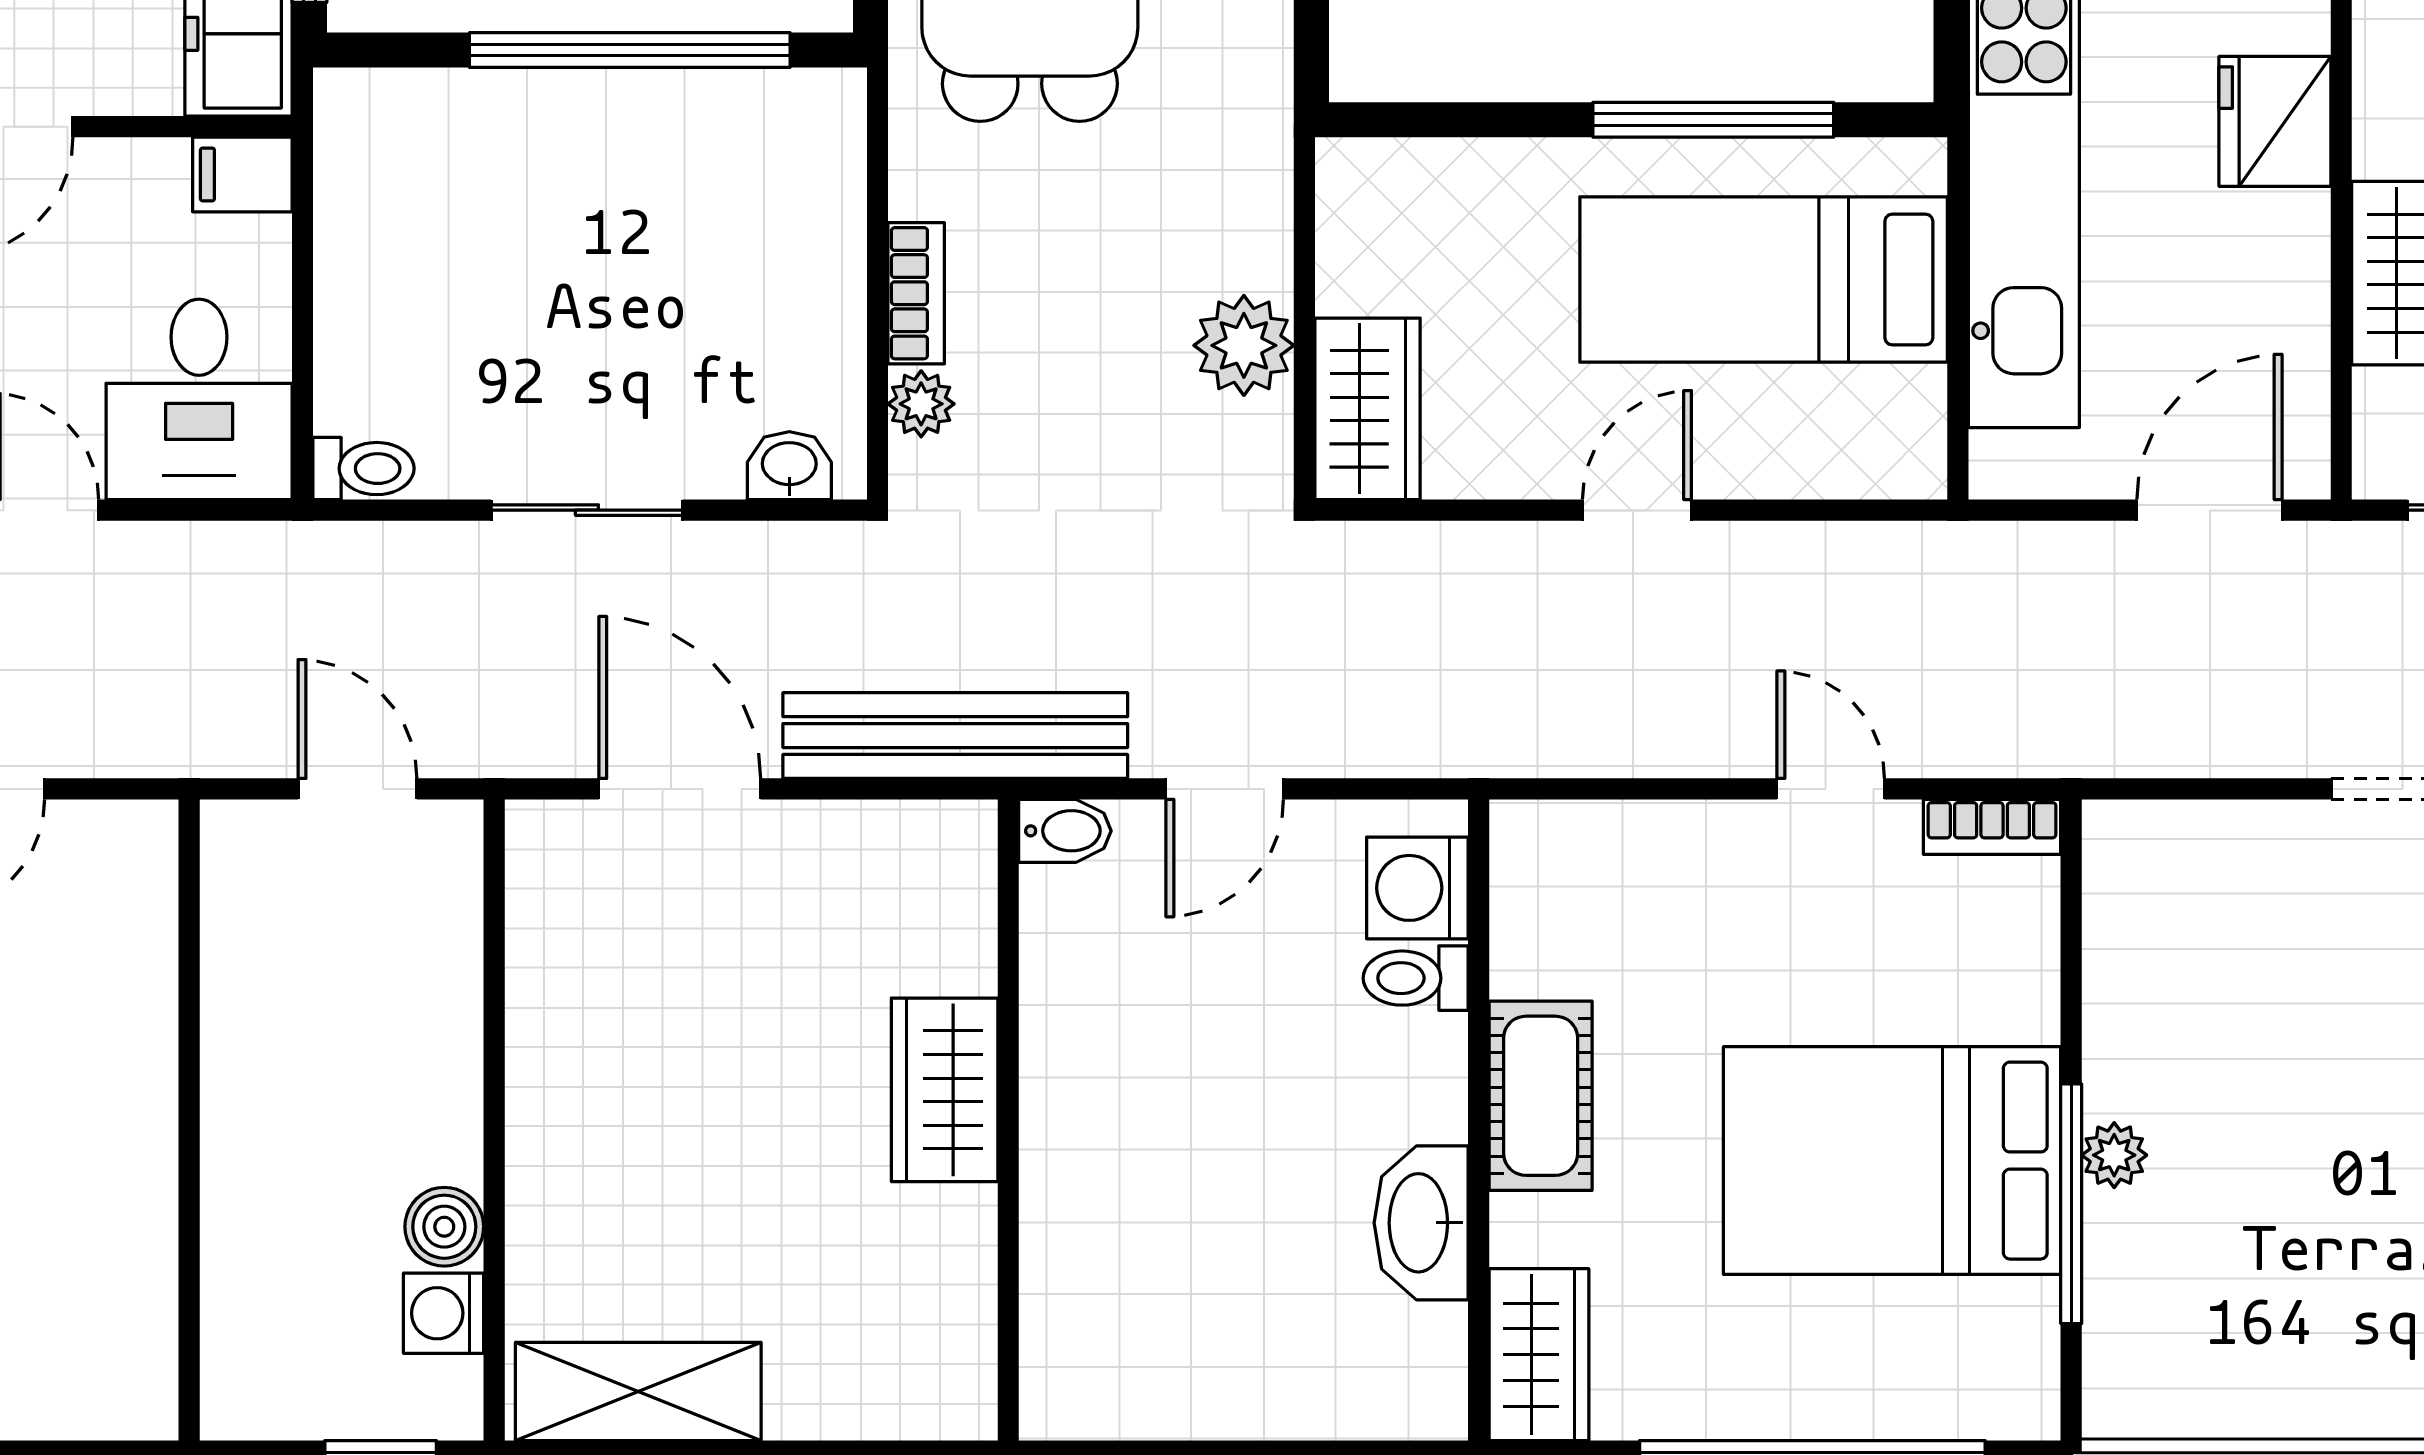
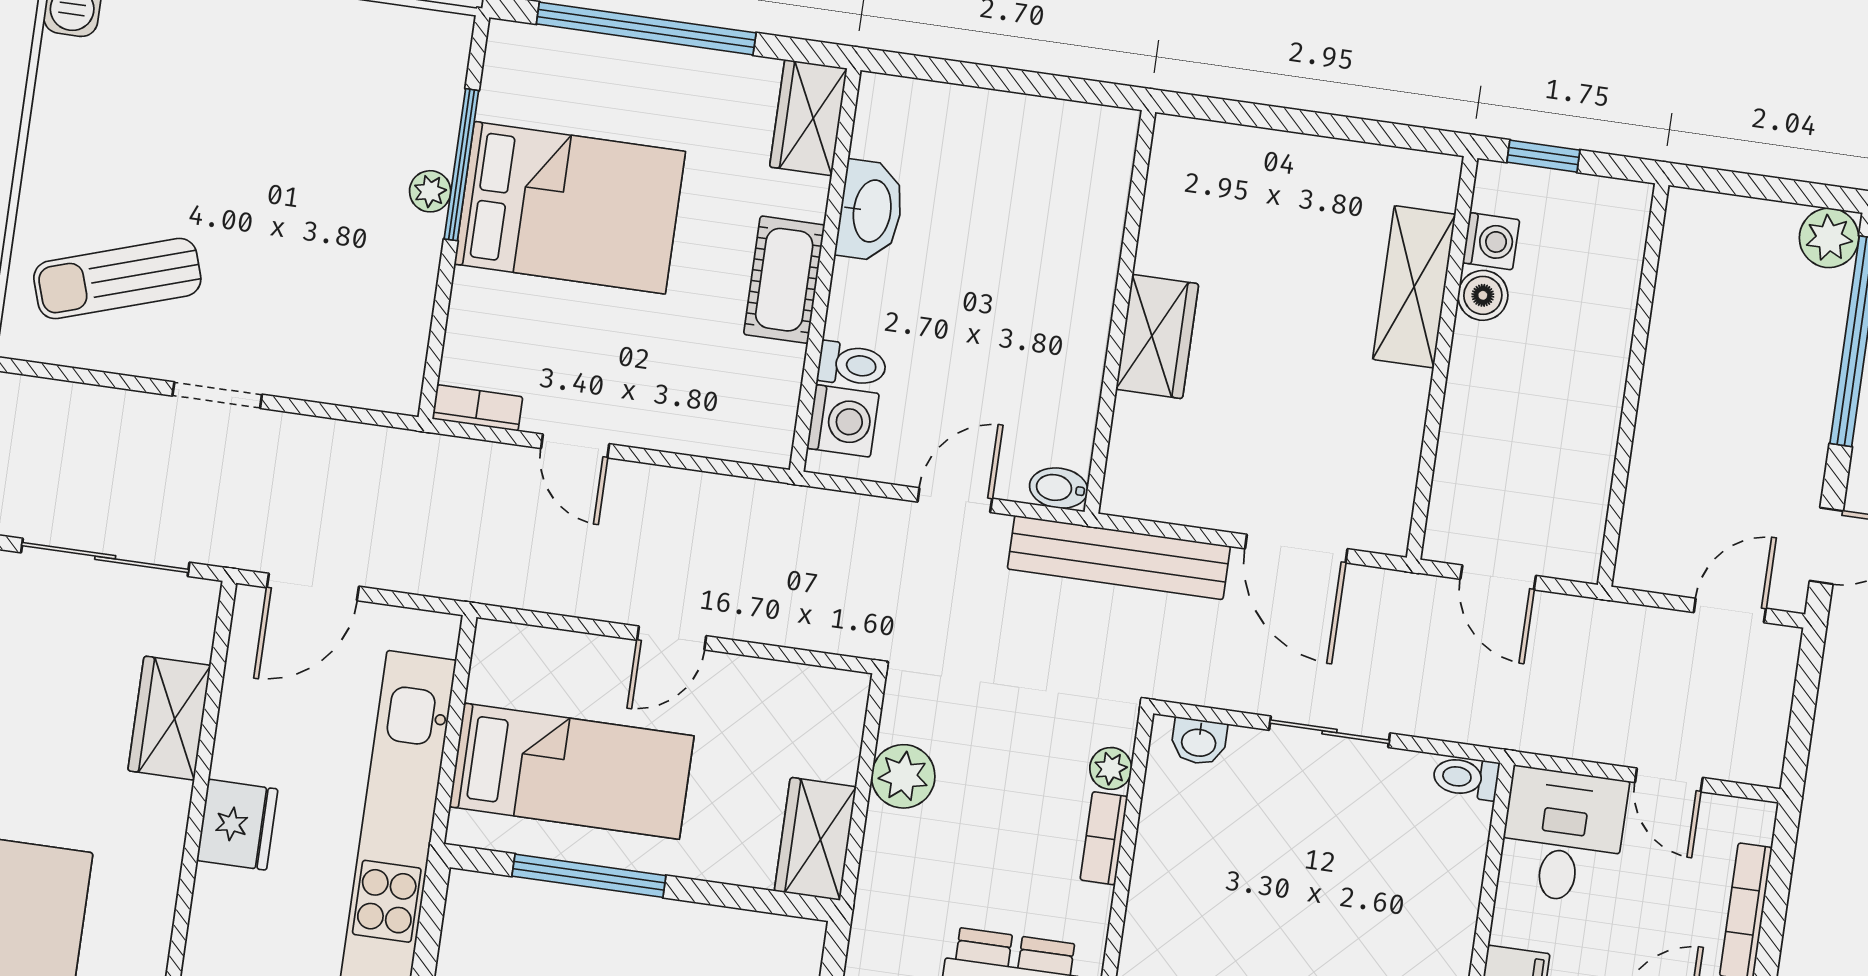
wardrobe: (1368, 409) -> (815, 839), moved
shelving: (638, 1391) -> (1414, 287), moved, turned 90

